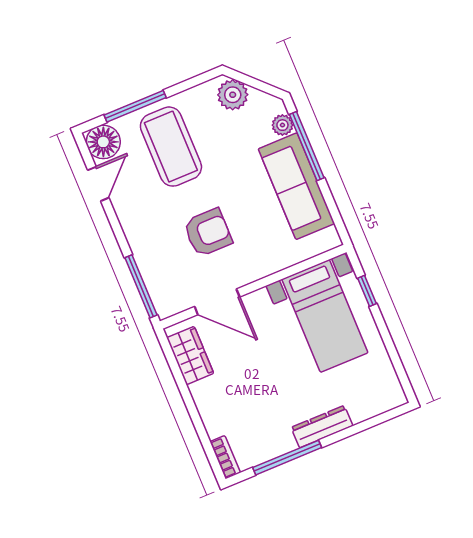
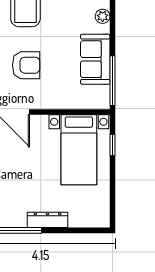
window: (307, 146) -> (112, 81), moved
sofa: (296, 186) -> (95, 59), width x0.73

